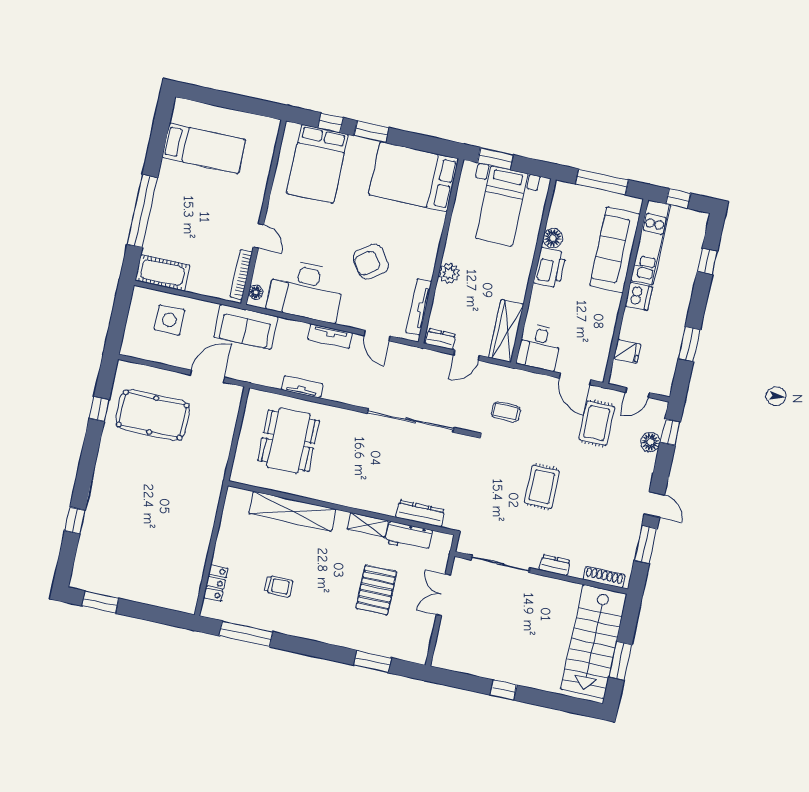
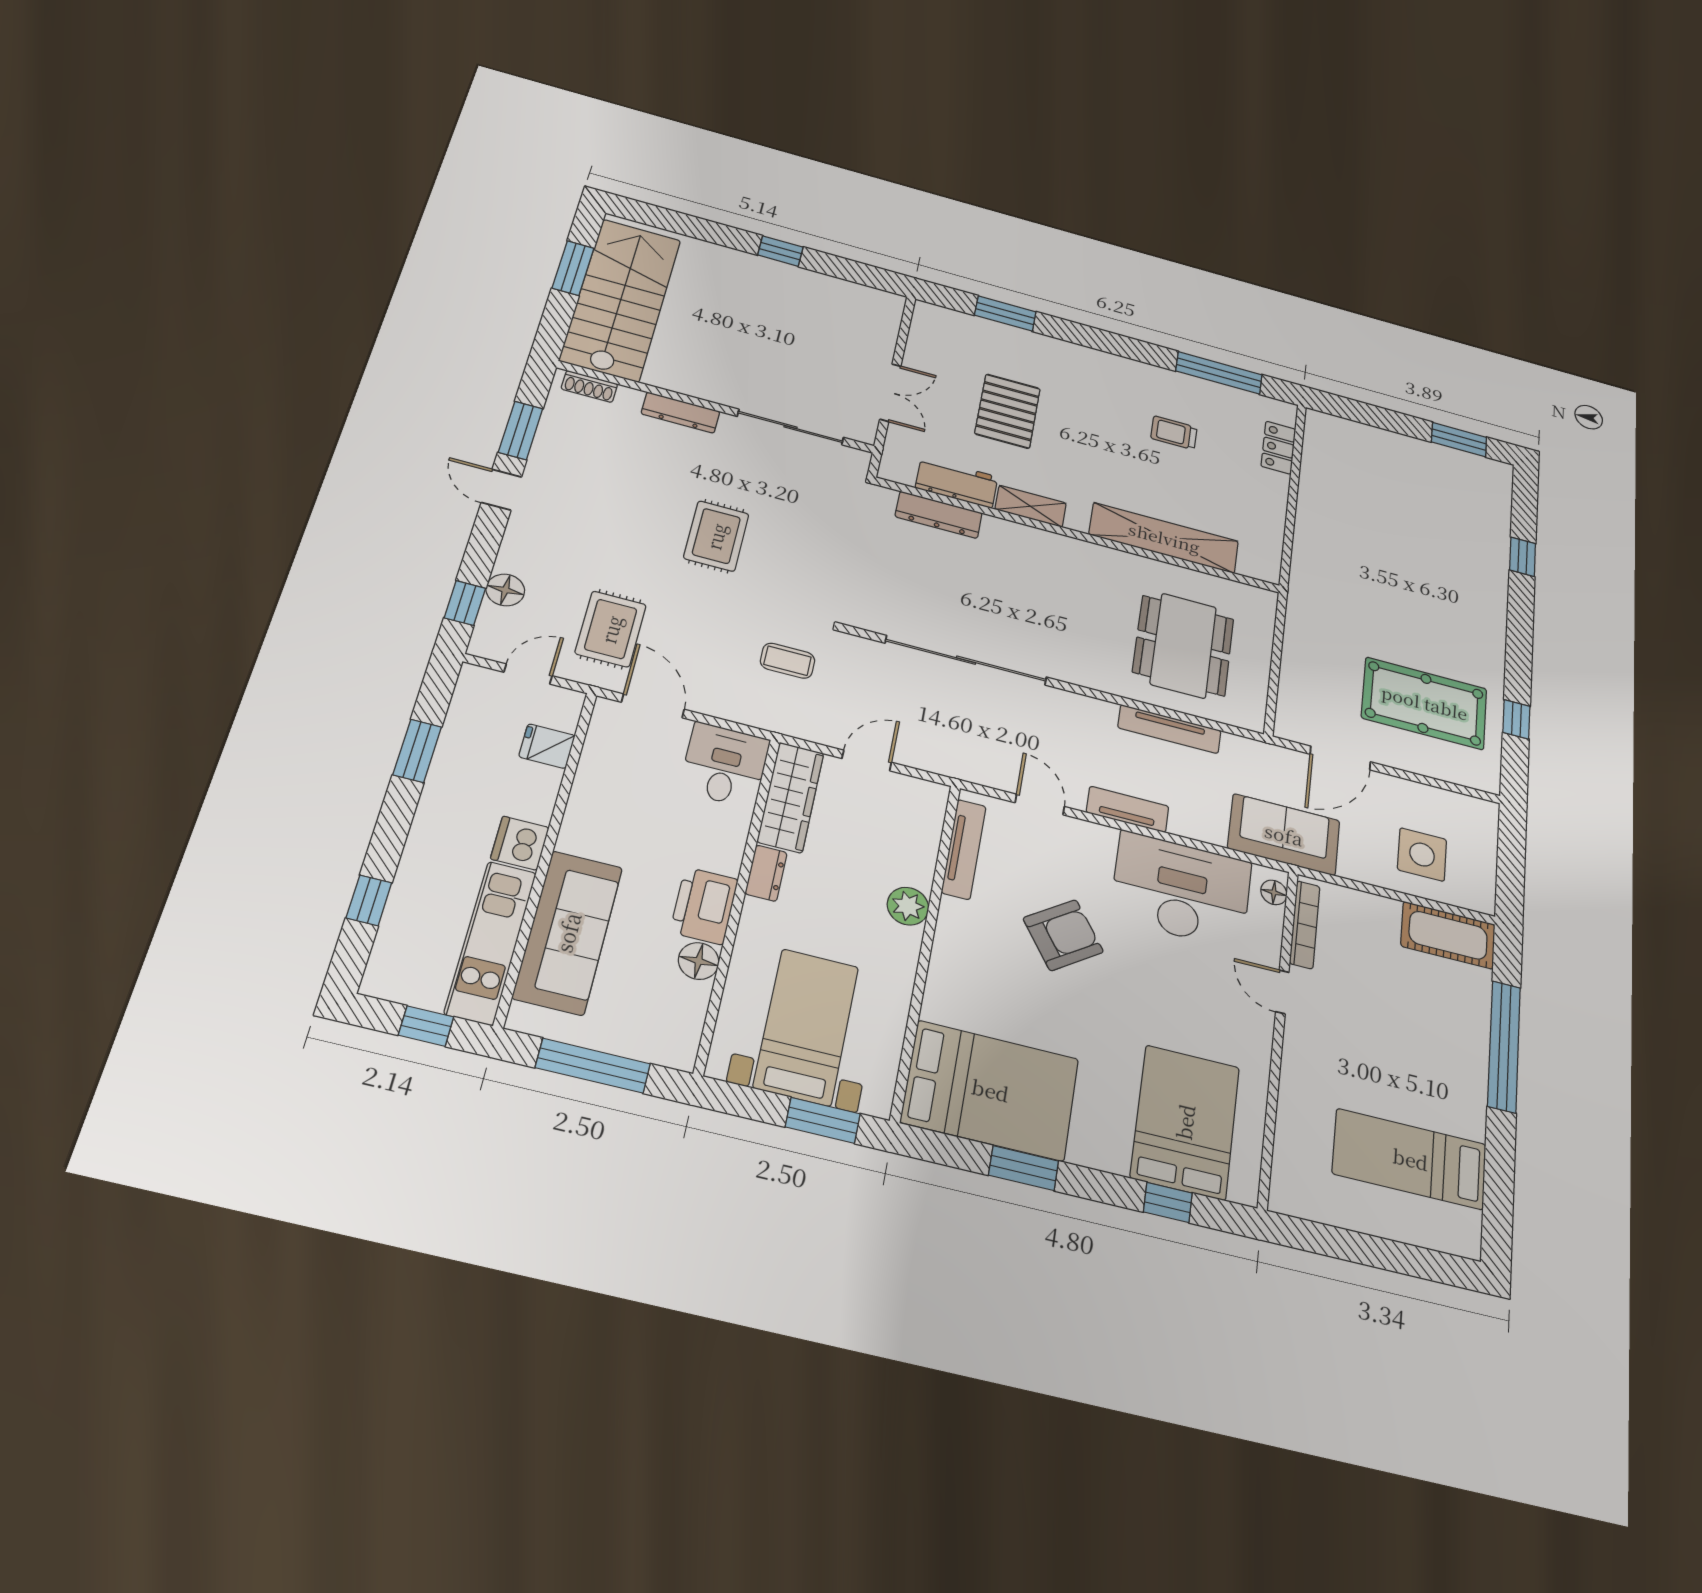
window: (371, 132) -> (1024, 1168), moved
dresser: (441, 339) -> (766, 873), moved, turned -90
tv unit: (302, 387) -> (1169, 729), width x1.41
dresser: (555, 565) -> (680, 413), width x1.44
shoe rack: (604, 577) -> (589, 386), width x0.70

